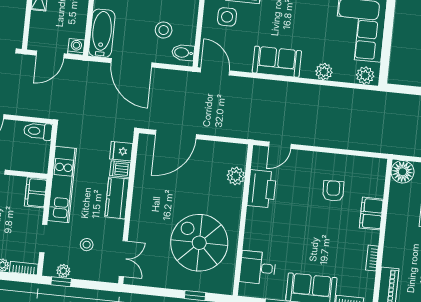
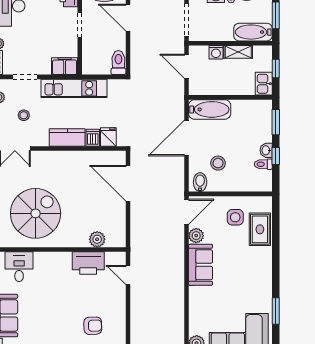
washing machine: (76, 47) -> (216, 52), moved, turned 90
plant: (324, 72) -> (196, 236), moved

